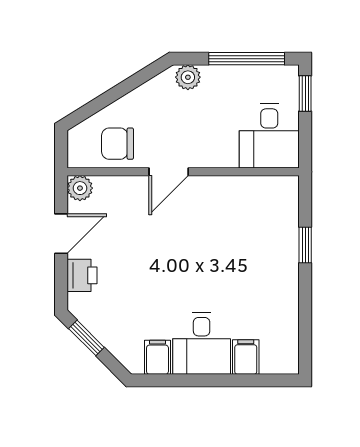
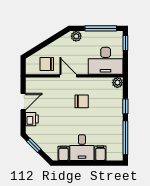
desk: (269, 136) -> (106, 61), width x1.37
door: (169, 172) -> (68, 76), swing flipped
plant: (80, 188) -> (117, 83), moved
chair: (201, 233) -> (82, 101), added
window: (305, 320) -> (125, 138), added

